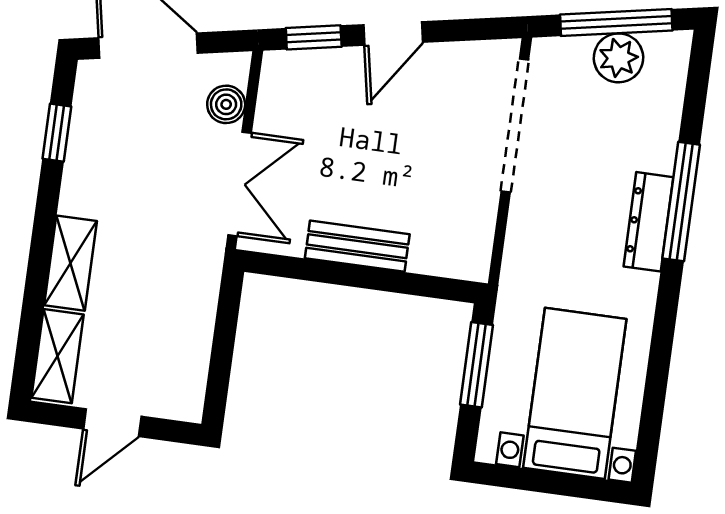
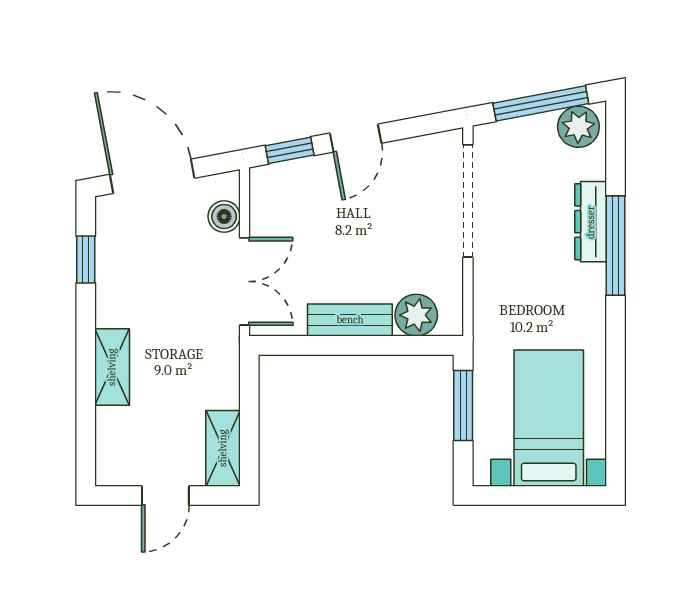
plant: (619, 58) -> (578, 127), moved
dresser: (649, 222) -> (591, 222), moved
plant: (436, 251) -> (416, 315), added
shelving: (58, 356) -> (223, 448), moved

